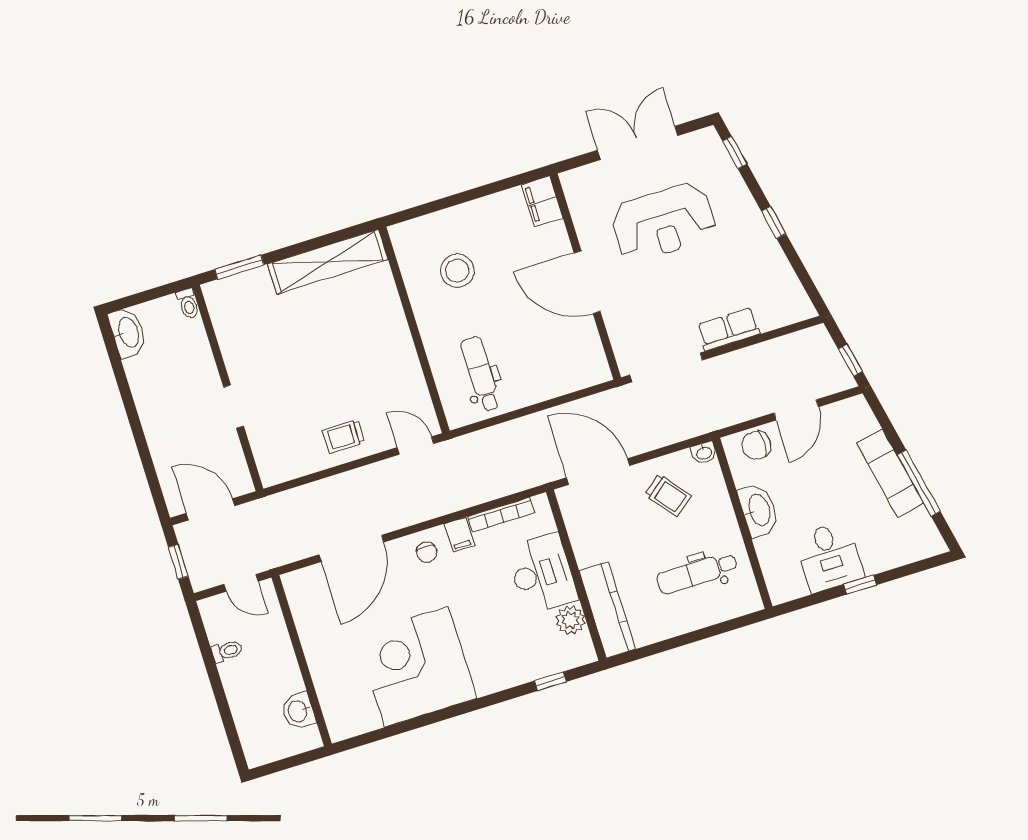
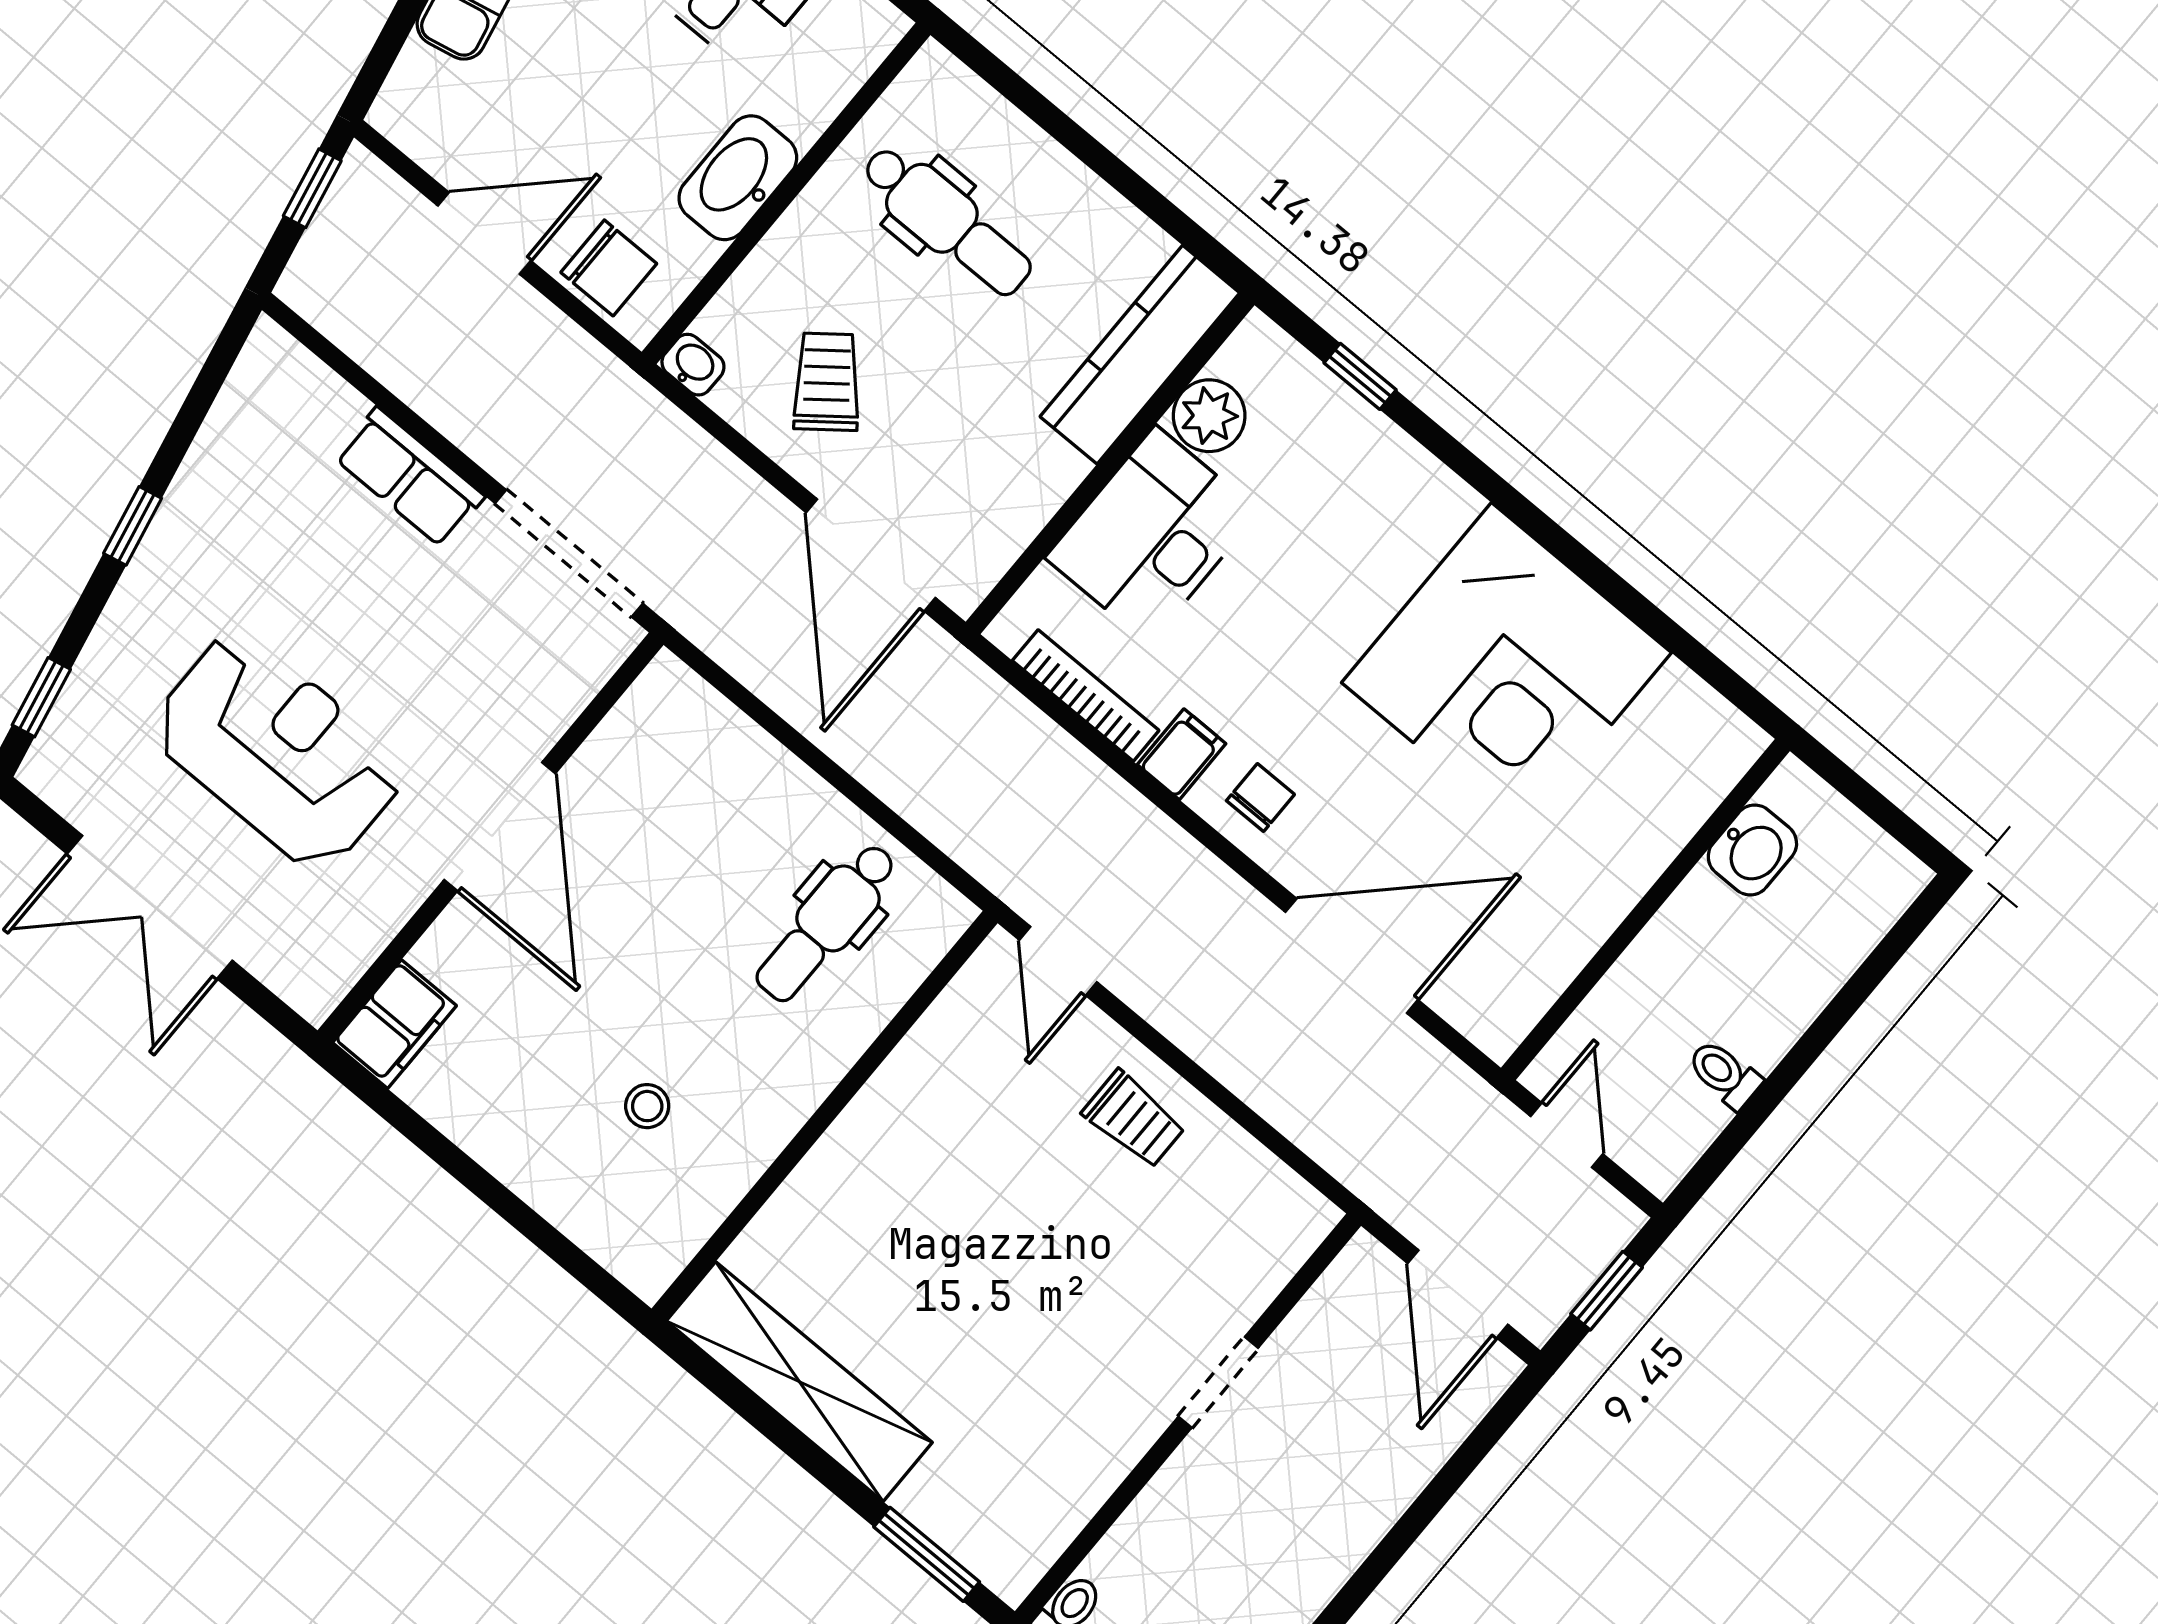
stool: (457, 271) -> (647, 1106), width x0.53, depth x0.53

